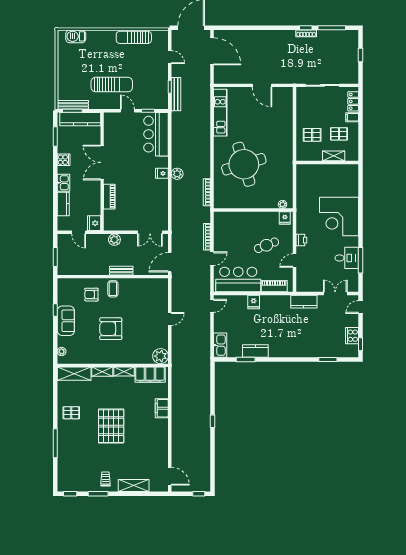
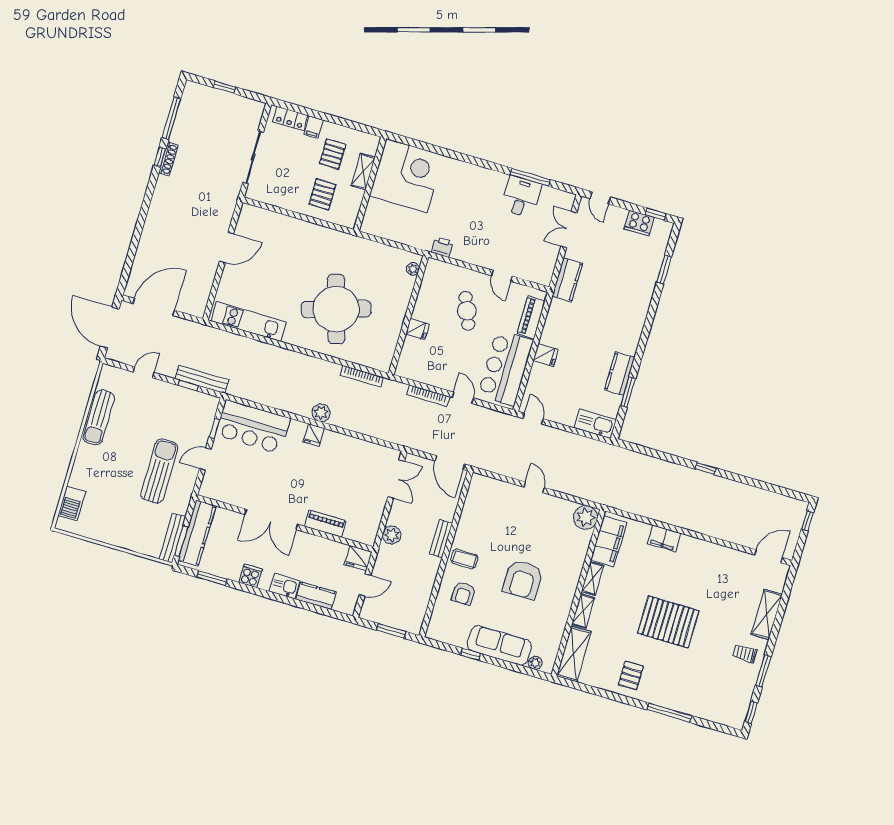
corner desk: (339, 216) -> (407, 176), moved, turned -90
fridge: (285, 218) -> (417, 329), moved
printer: (301, 240) -> (442, 247), moved
sofa: (66, 321) -> (499, 645), width x1.36

